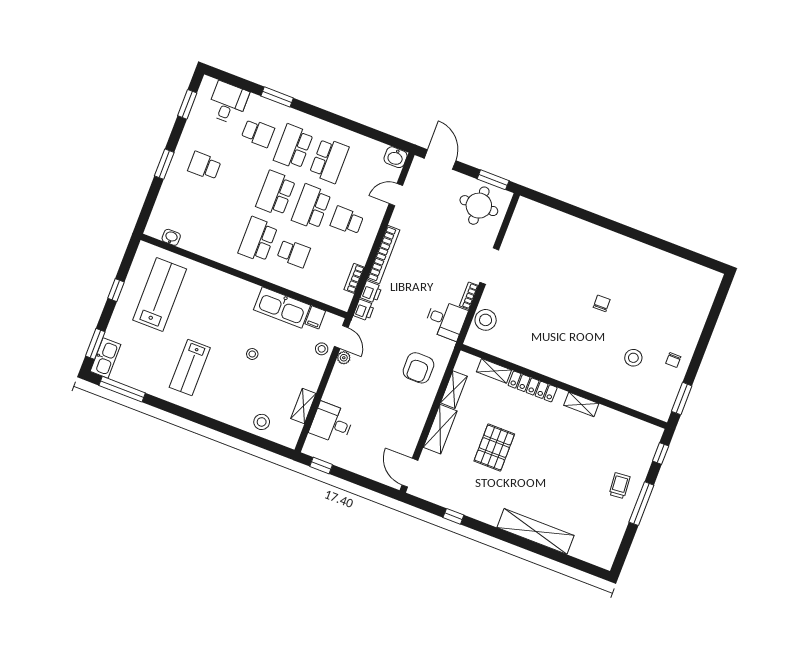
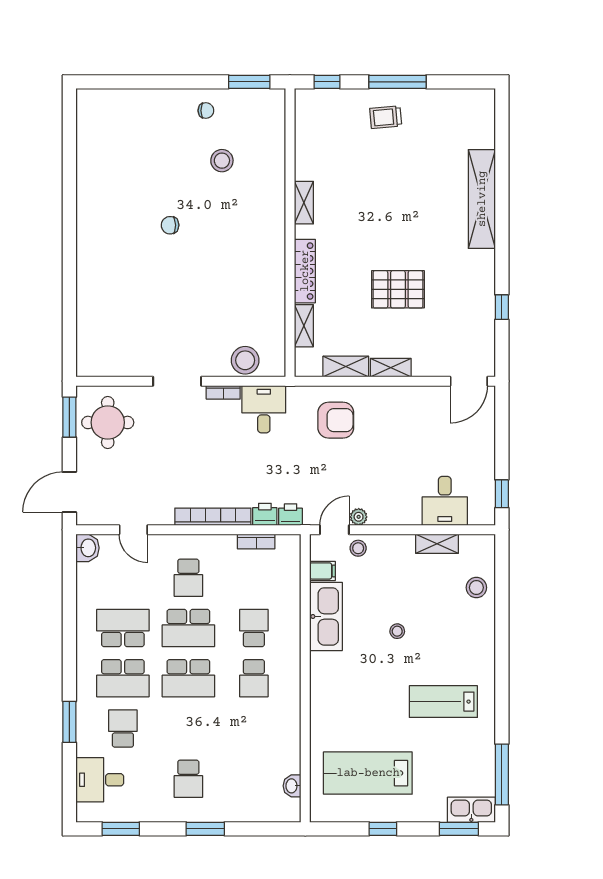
school desk: (258, 240) -> (254, 678), width x0.54
lab bench: (190, 368) -> (443, 702), turned 180
shelving: (440, 429) -> (391, 368), width x0.67, depth x0.75

